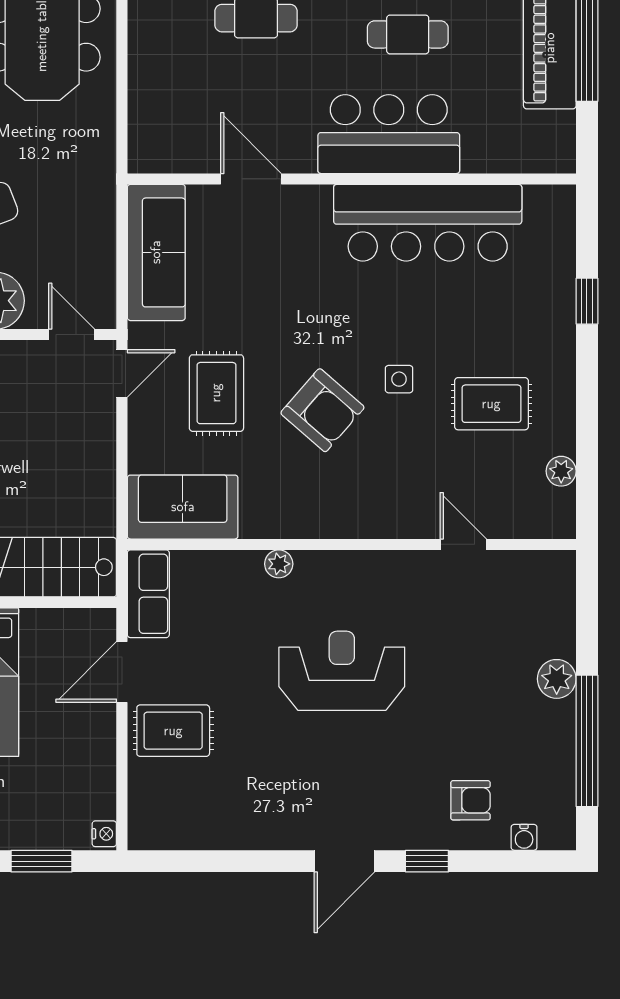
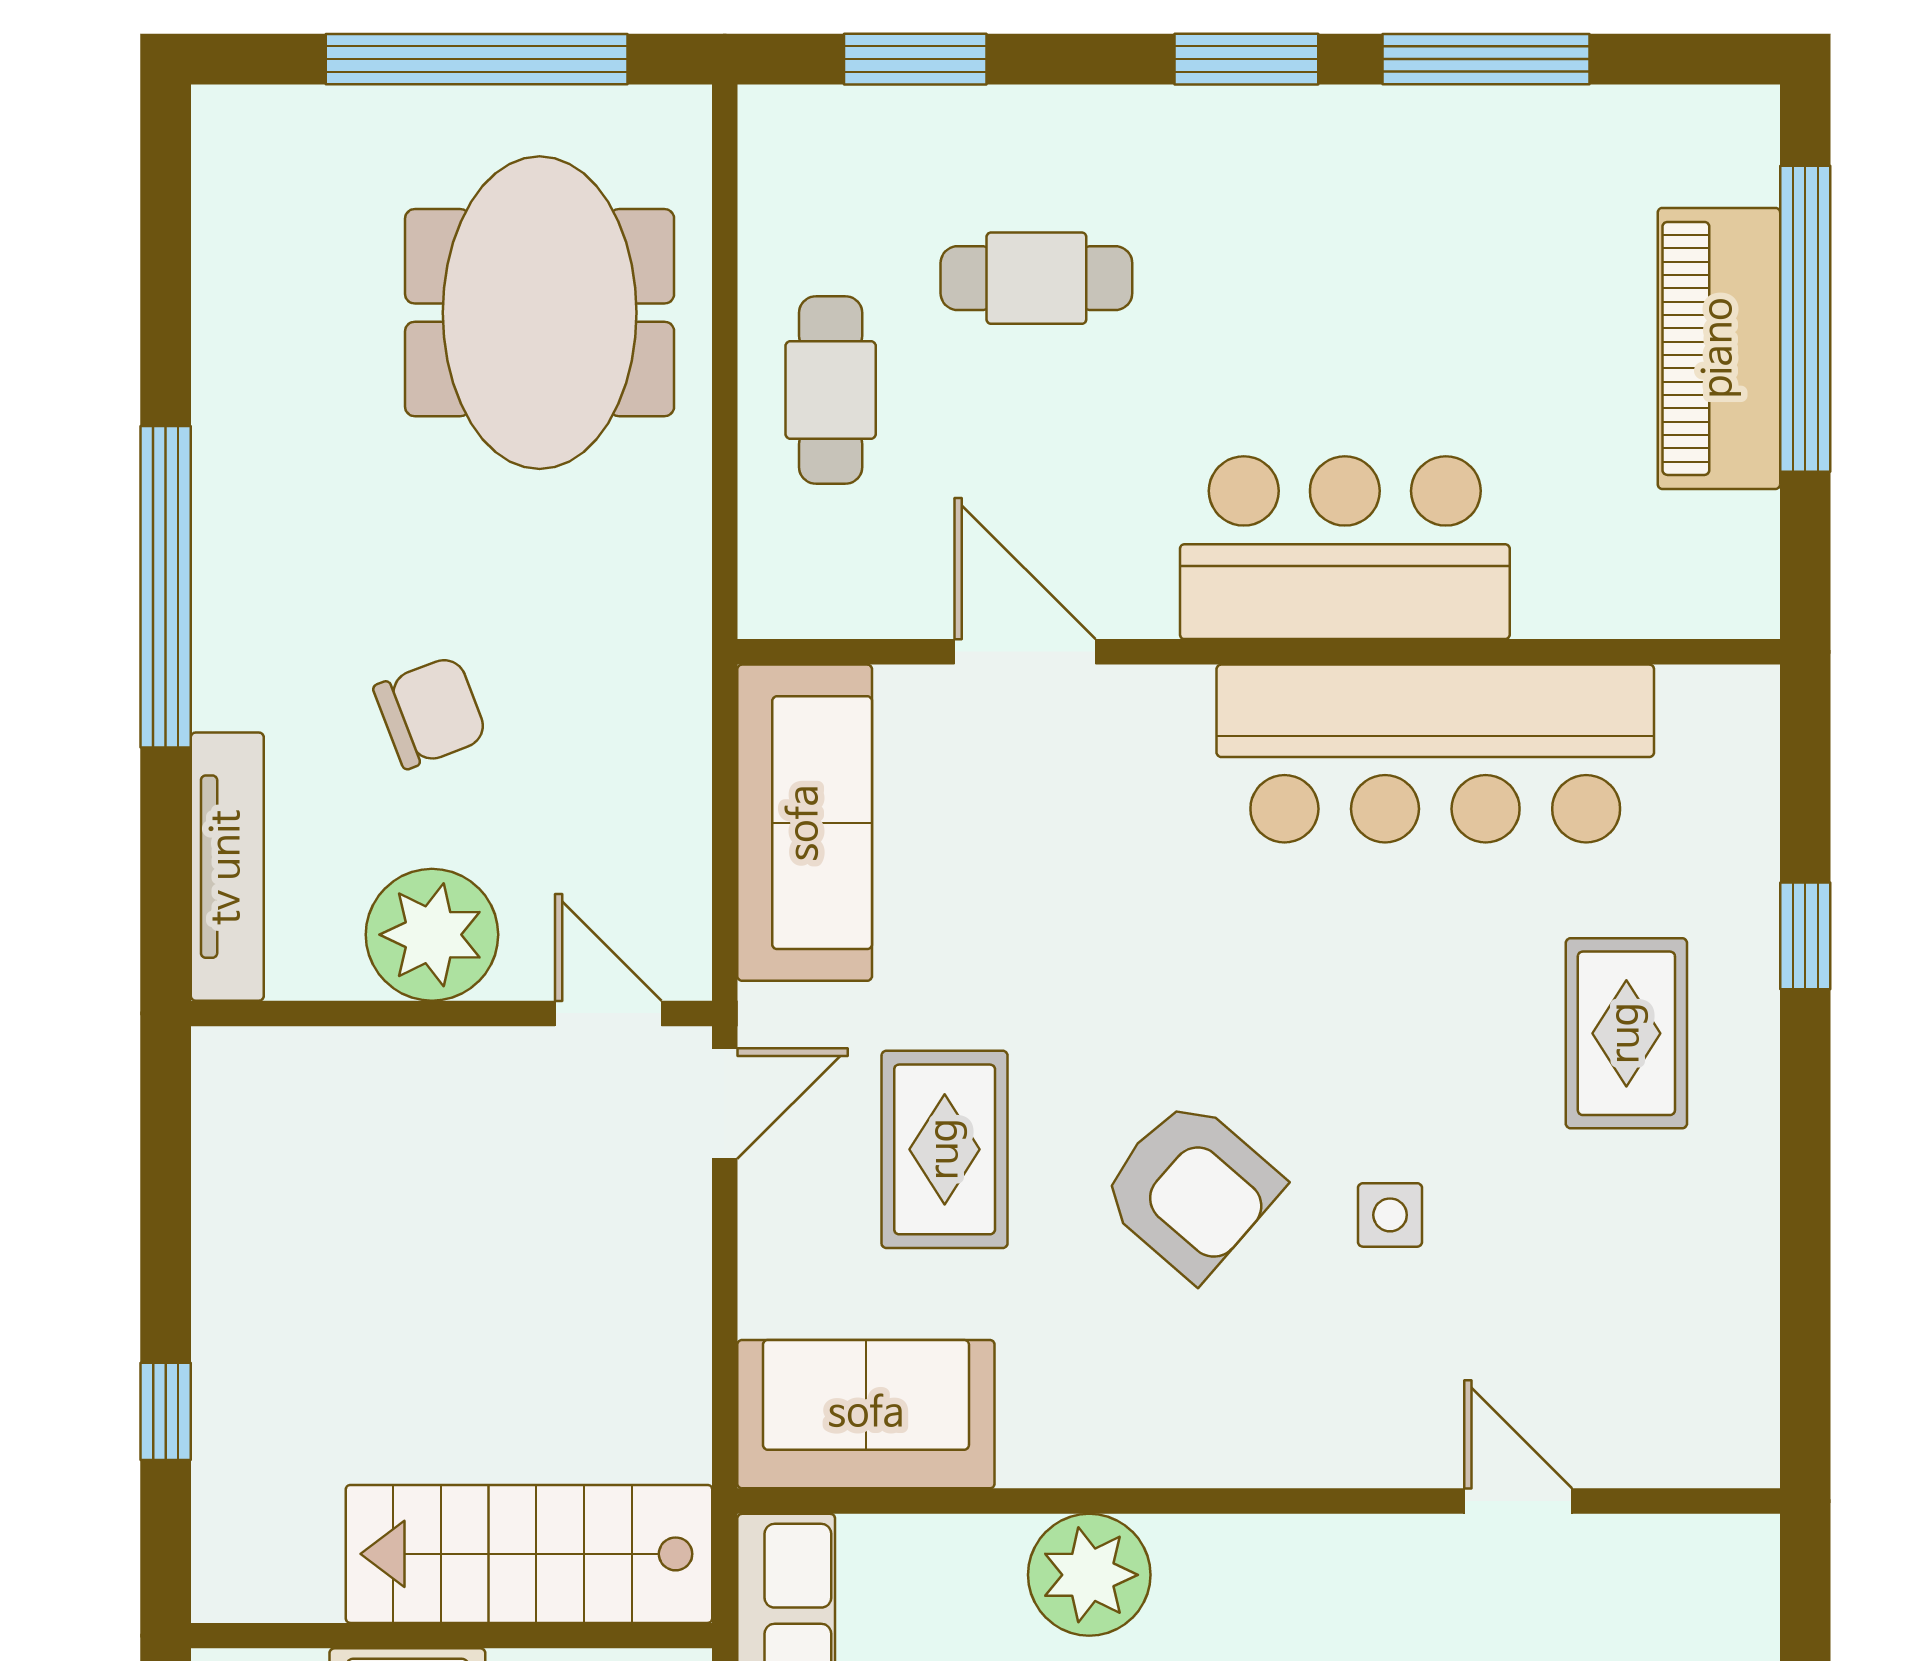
cafe table: (408, 34) -> (831, 390), moved, turned 90
side table: (399, 379) -> (1390, 1215), moved
rug: (491, 404) -> (1626, 1033), moved, turned 90
plant: (561, 471) -> (1745, 1331), removed
plant: (279, 564) -> (1089, 1575), width x1.88, depth x1.88

